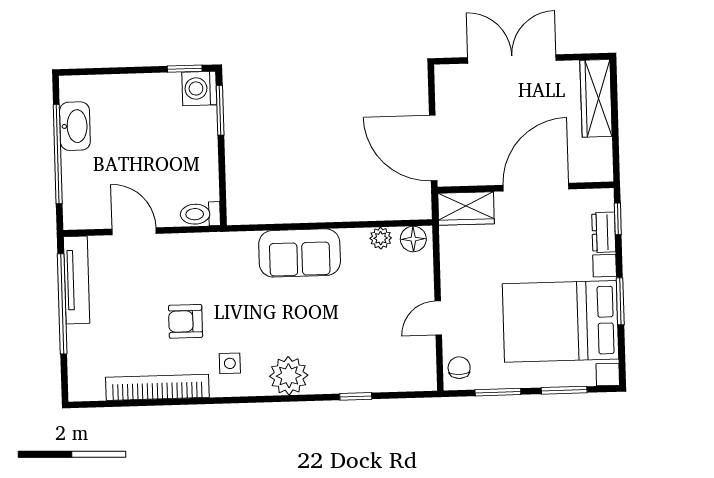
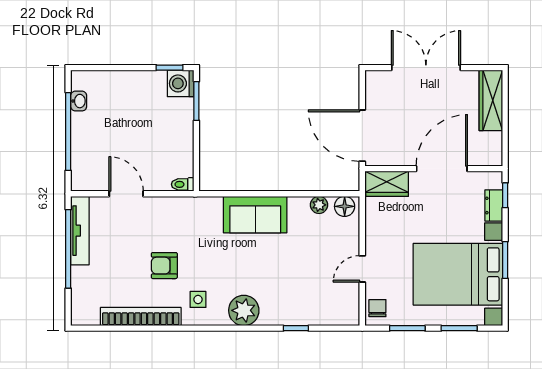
washbasin: (75, 126) -> (79, 101), width x0.52, depth x0.69
toilet: (200, 214) -> (183, 184), width x0.73, depth x0.72

